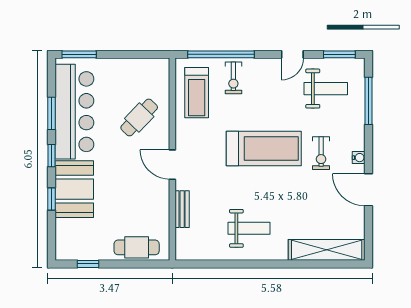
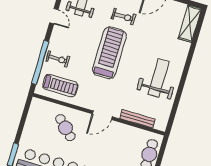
bench: (182, 209) -> (137, 119), width x1.36
weight bench: (249, 228) -> (158, 78), width x1.36, depth x1.33
shelving: (327, 250) -> (190, 24), width x0.68

